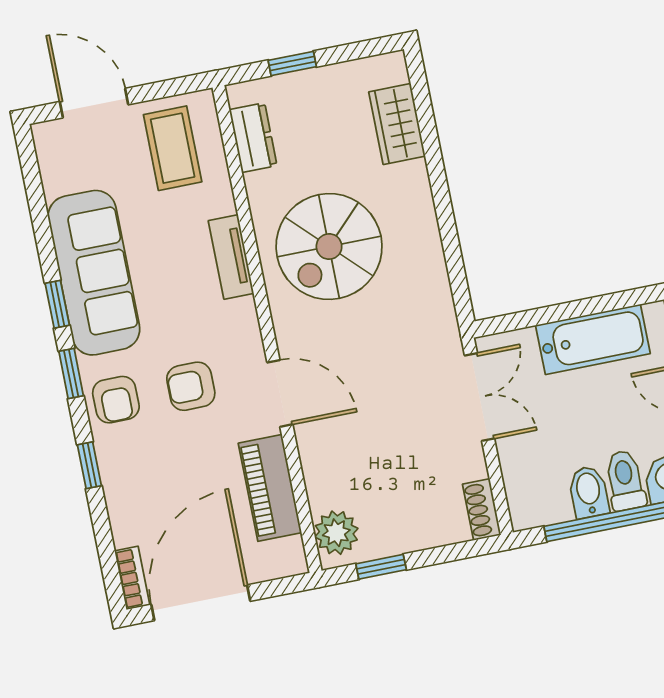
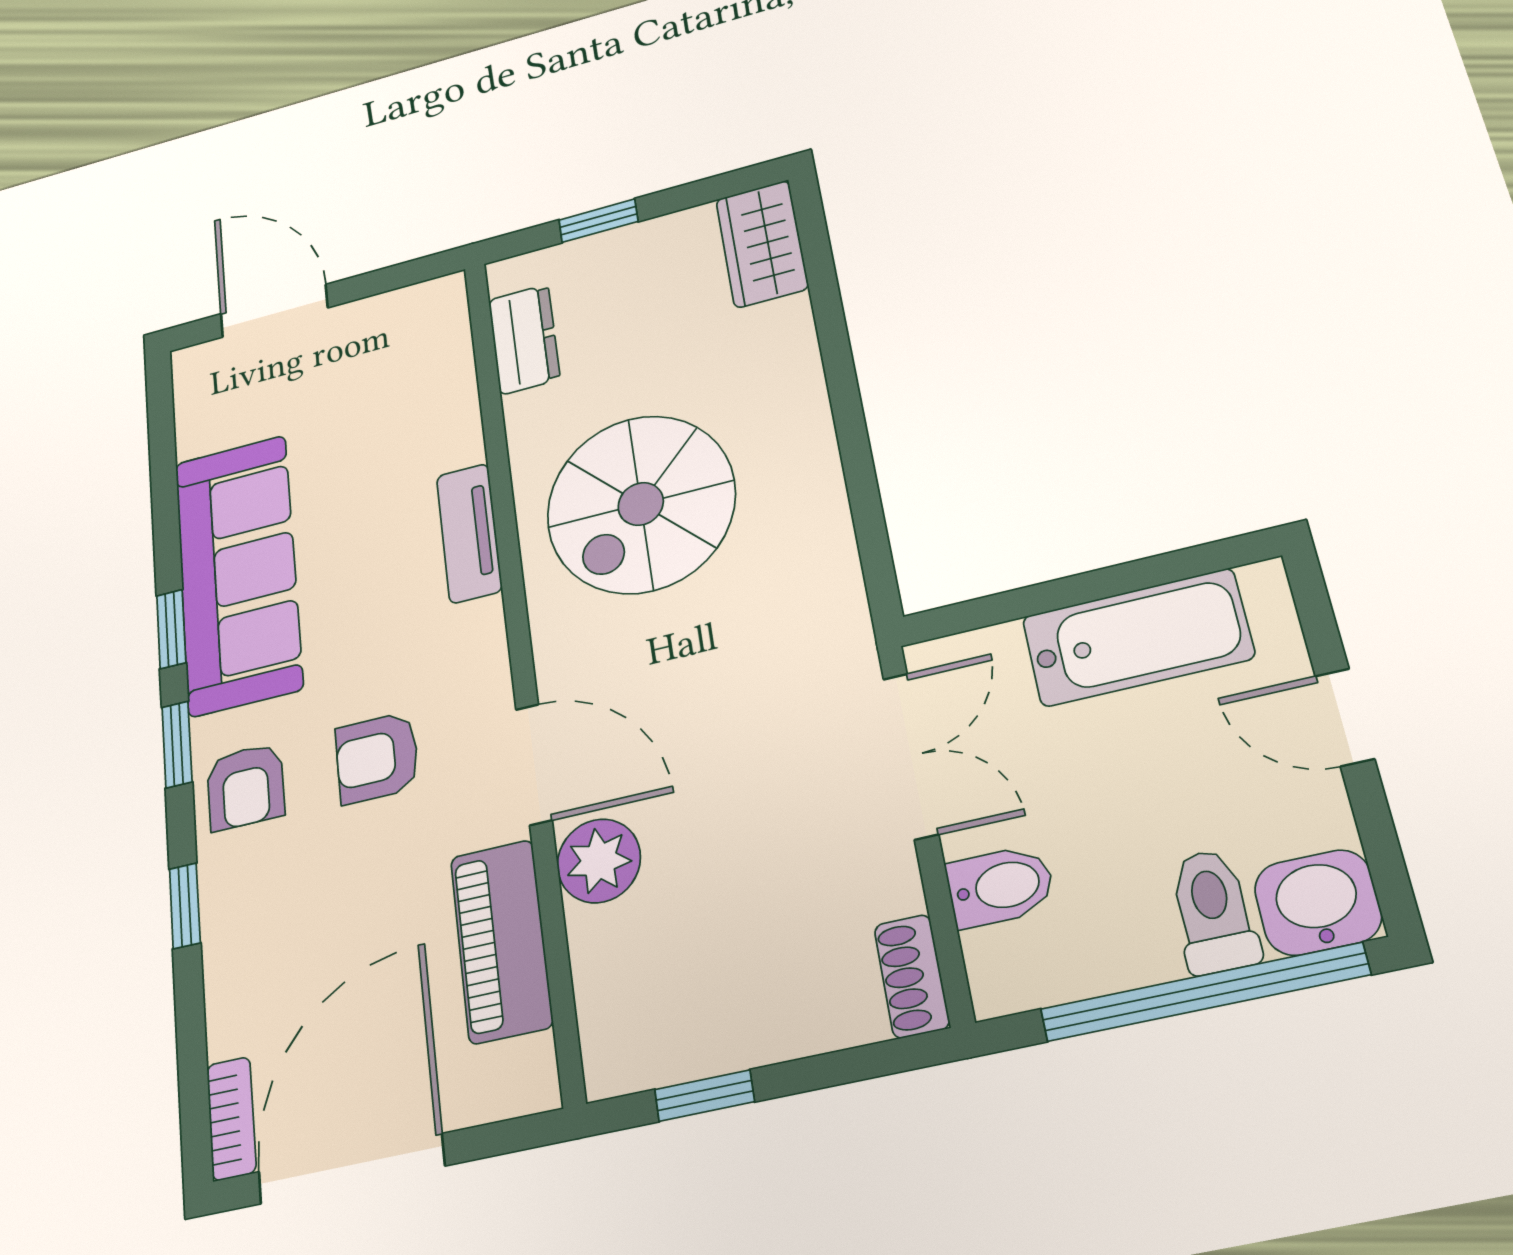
wardrobe: (397, 124) -> (762, 244), moved
coffee table: (173, 148) -> (390, 367), removed
bidet: (589, 492) -> (1000, 886), moved, turned 90
plant: (336, 533) -> (599, 861), moved

